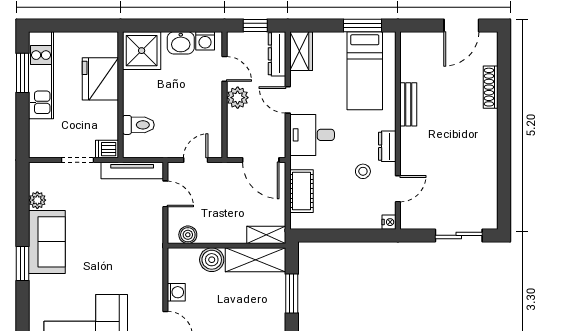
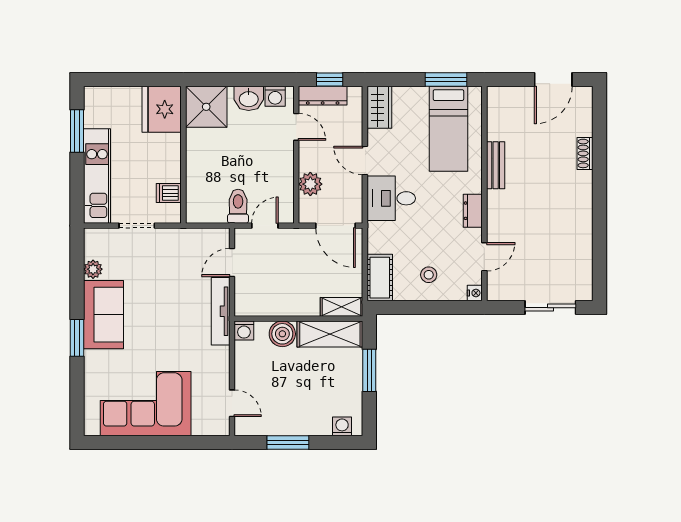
dresser: (277, 54) -> (323, 96), moved, turned -90
kitchen unit: (41, 75) -> (97, 176), moved
fridge: (100, 79) -> (162, 109), moved
shoe rack: (491, 87) -> (585, 153), width x0.70
plant: (238, 98) -> (310, 184), moved
toilet: (138, 125) -> (238, 206), moved, turned -90
dishwasher: (107, 149) -> (169, 193), moved
tv unit: (132, 170) -> (221, 311), moved, turned 90
stool: (363, 171) -> (429, 275), moved
cot: (301, 191) -> (380, 278), moved
door: (165, 194) -> (232, 262), swing flipped
boiler: (188, 235) -> (256, 307), removed
washing machine: (176, 292) -> (244, 330), moved, turned 90

